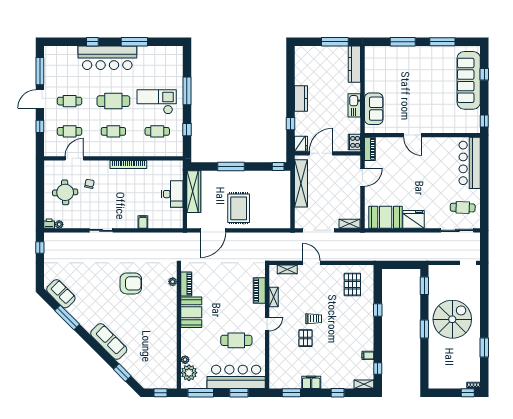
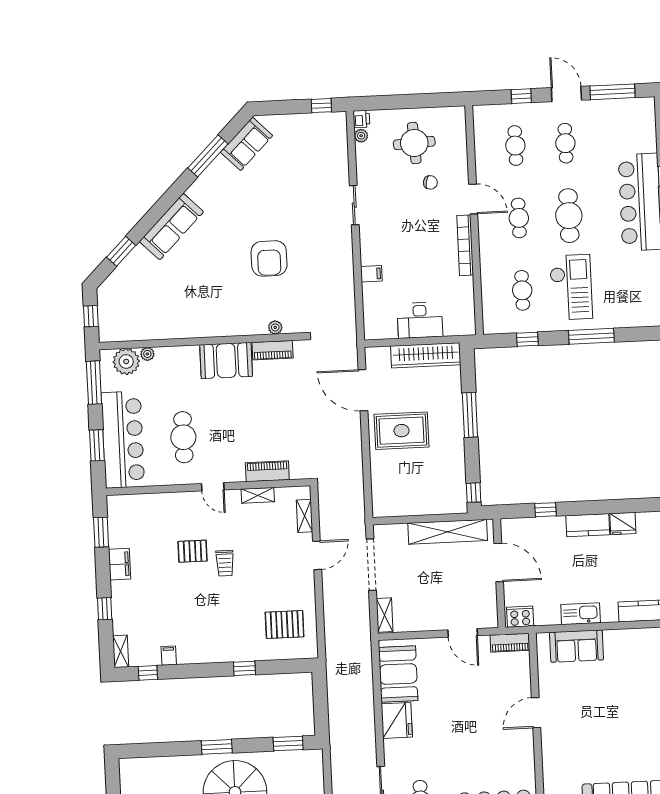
fridge: (301, 144) -> (623, 524), moved
door: (74, 158) -> (473, 199), moved

